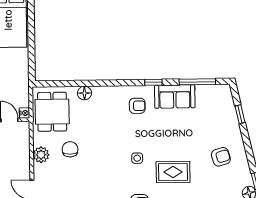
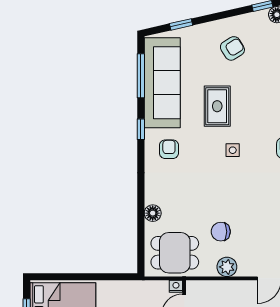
sofa: (175, 97) -> (162, 83), width x1.85, depth x1.27
armchair: (221, 157) -> (232, 48), turned 74
rug: (173, 172) -> (217, 106), moved

